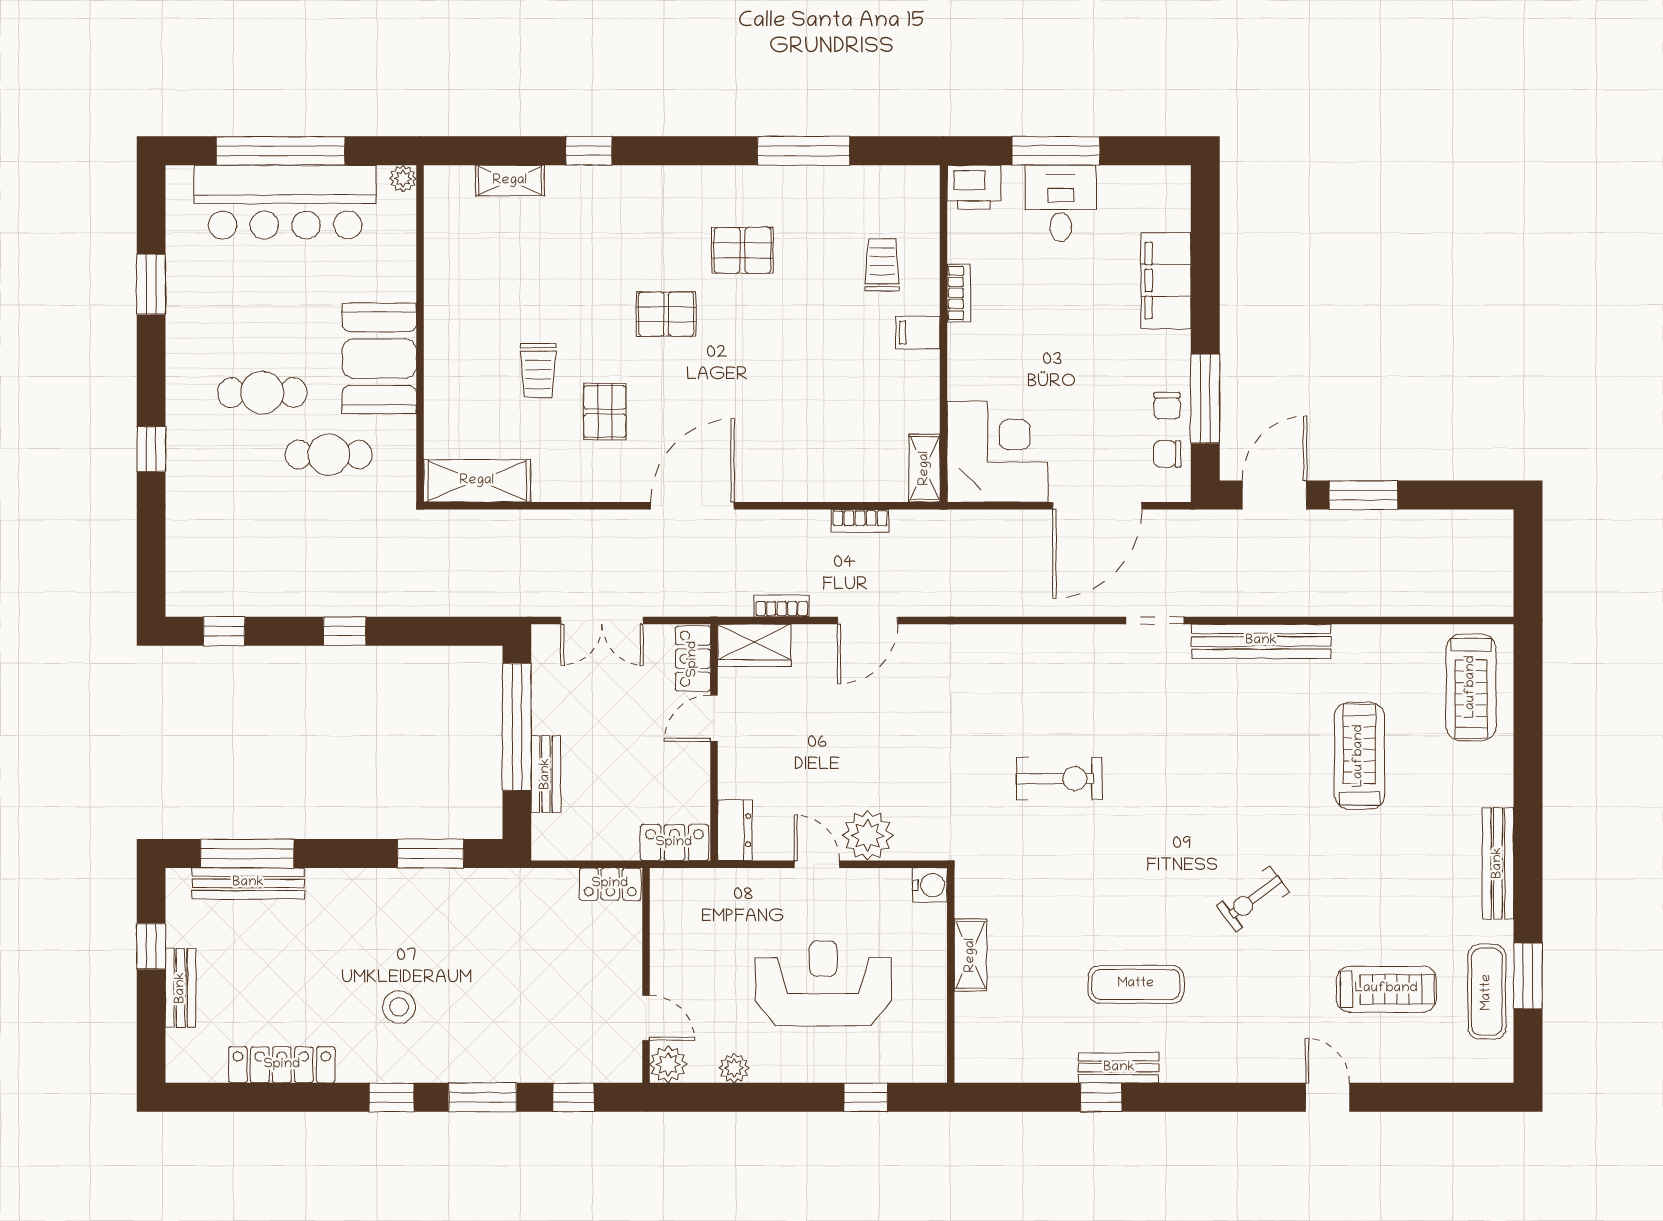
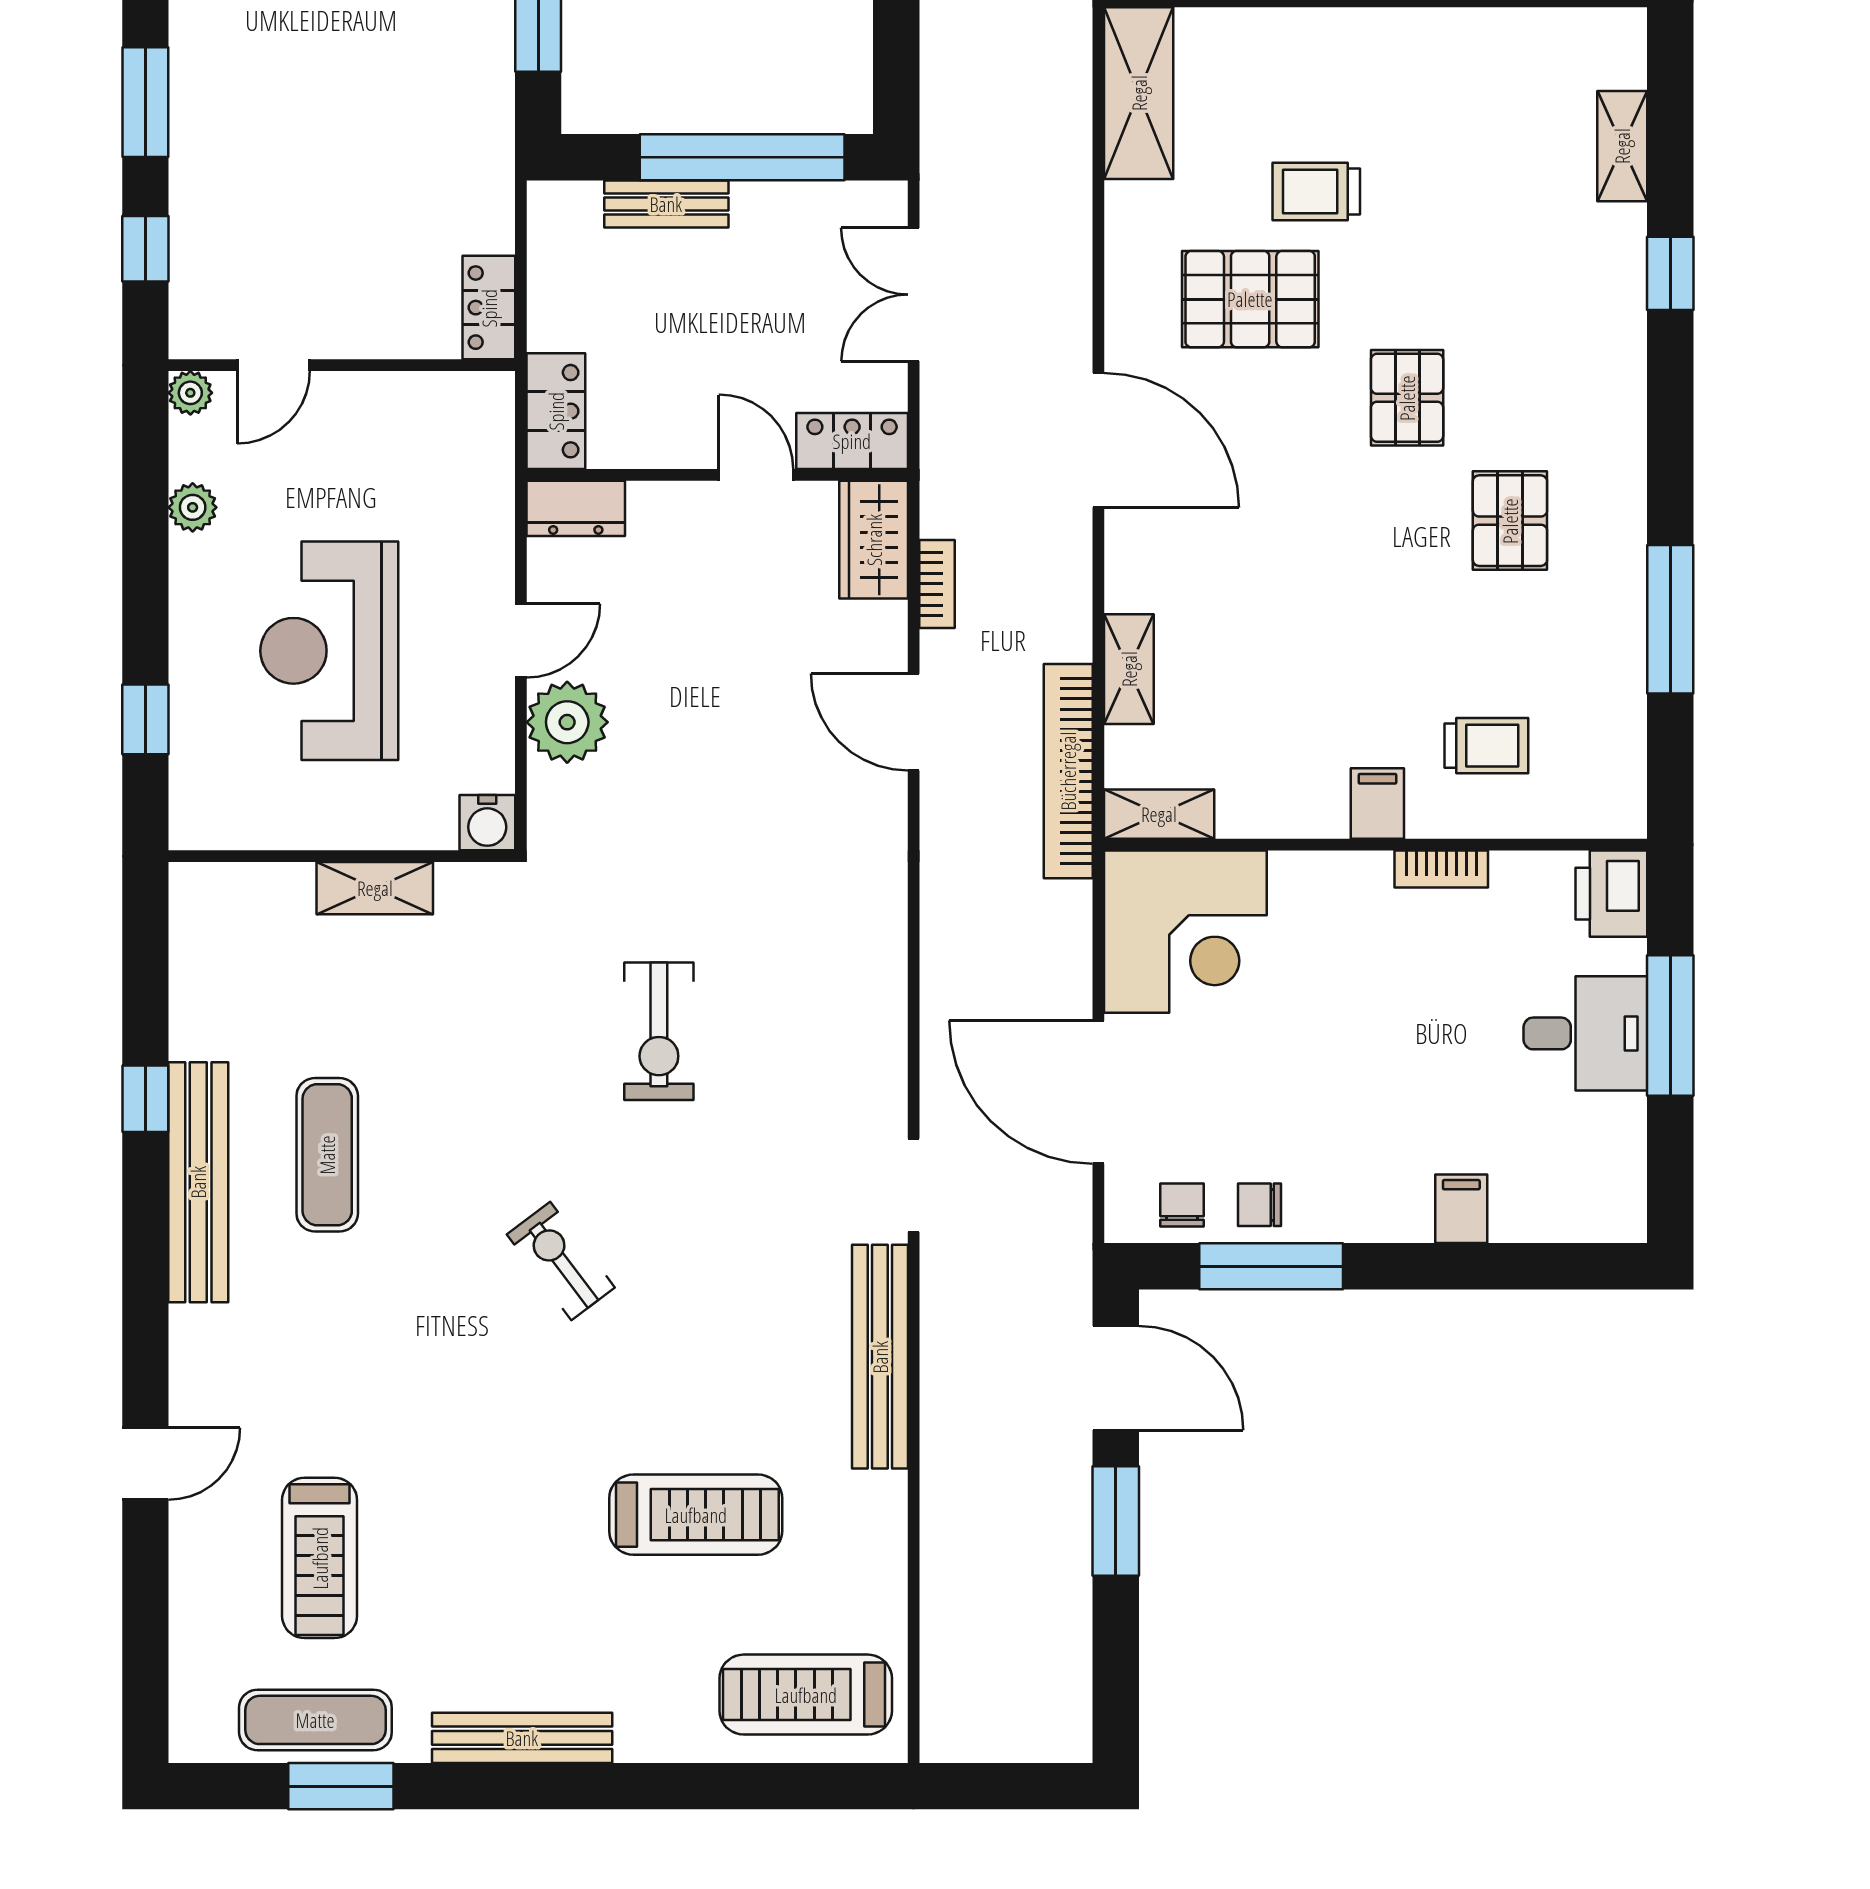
filing cabinet: (1166, 281) -> (1461, 1209), width x0.33, depth x0.86
pallet: (605, 412) -> (1250, 299), width x1.50, depth x1.42
shelving: (835, 487) -> (1129, 669), added
bookcase: (860, 521) -> (1068, 771), width x2.31, depth x1.31
exercise bike: (1253, 899) -> (561, 1261), moved
reception desk: (823, 983) -> (329, 651), turned 180
plant: (668, 1064) -> (190, 393), width x0.73, depth x0.73
bench: (1119, 1068) -> (198, 1182), width x1.86, depth x1.21

